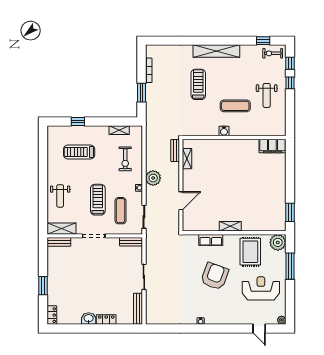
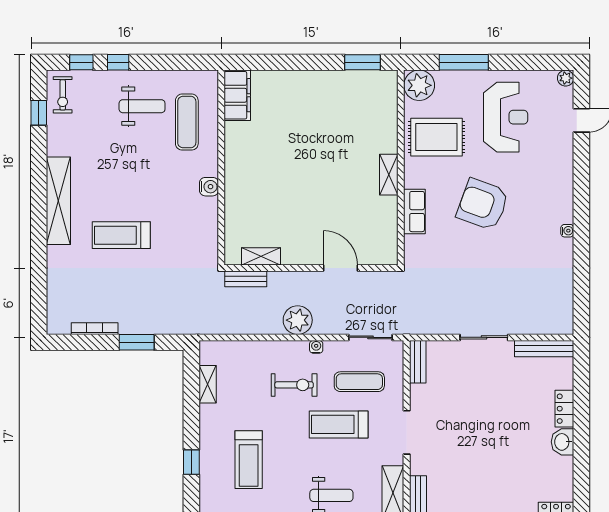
exercise mat: (235, 106) -> (187, 122), moved
exercise bike: (125, 159) -> (294, 385), moved
reception desk: (261, 288) -> (506, 117), turned 180

